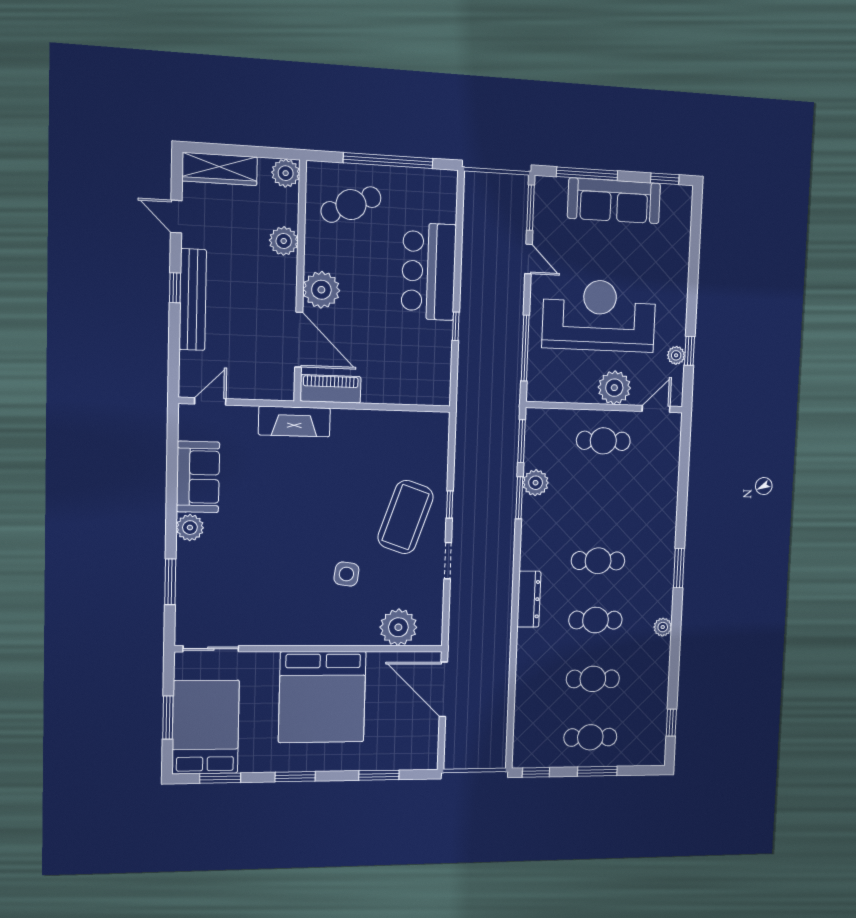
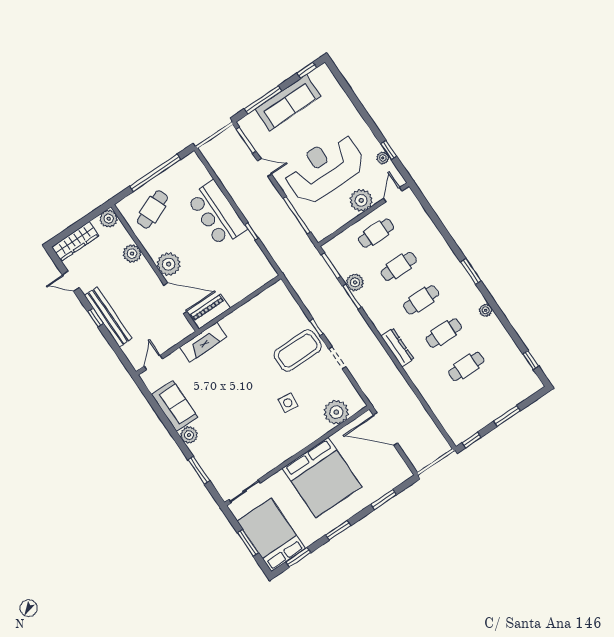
coffee table: (406, 517) -> (298, 351), turned 71
cafe table: (590, 737) -> (399, 266), moved

